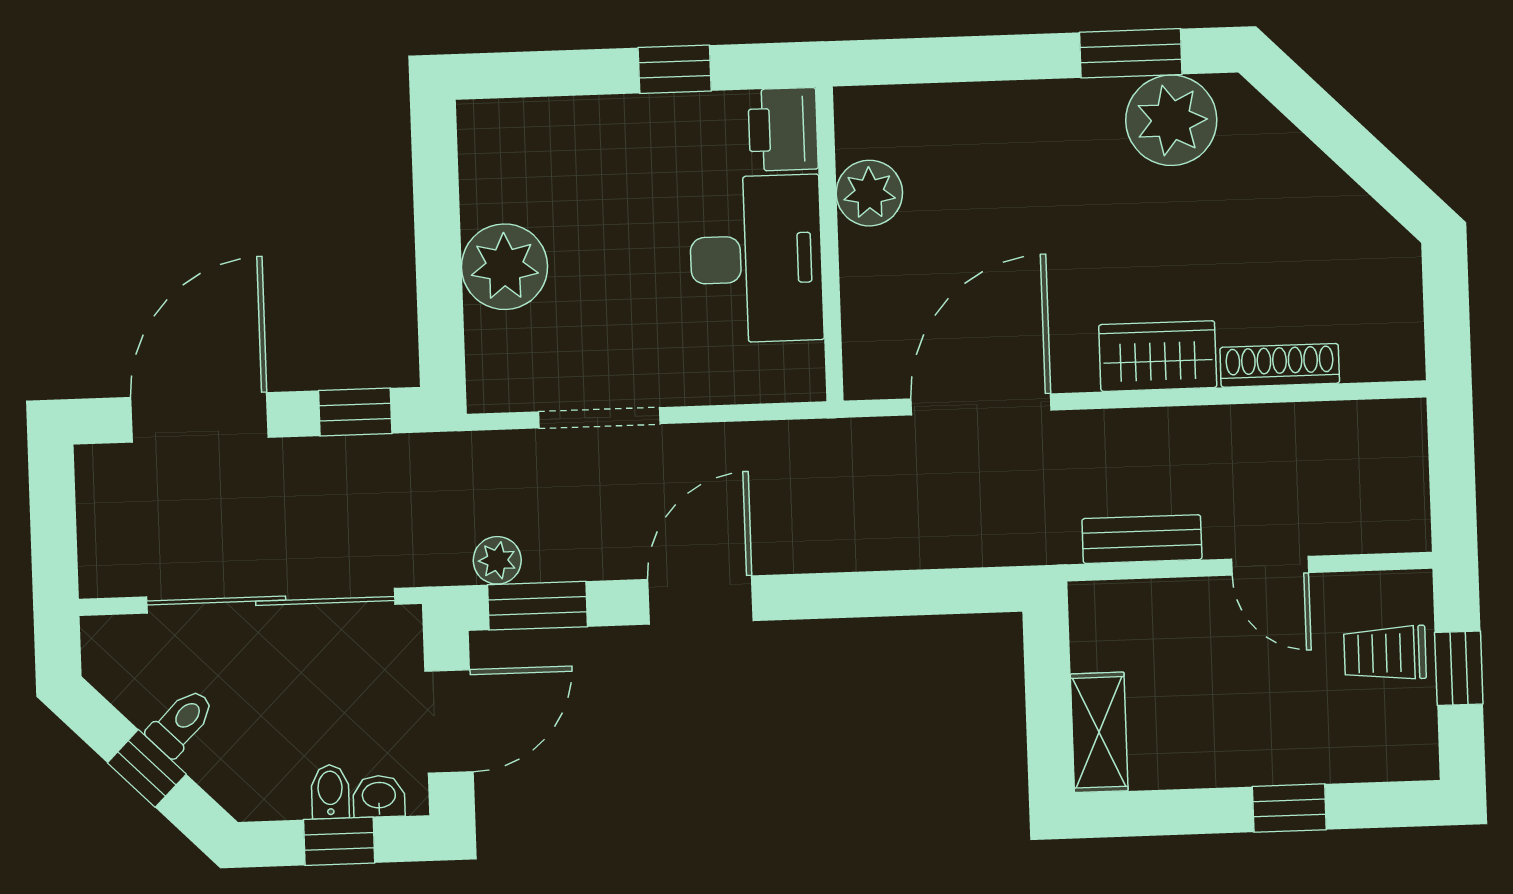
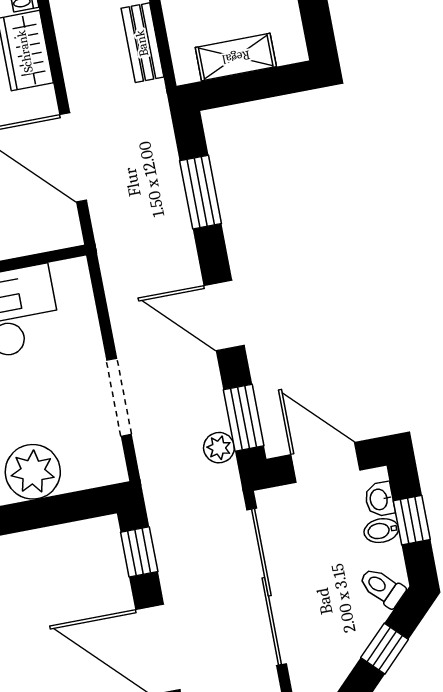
window: (897, 593) -> (201, 192), added
toilet: (181, 722) -> (382, 587), moved
shelving: (1099, 732) -> (236, 57), moved

